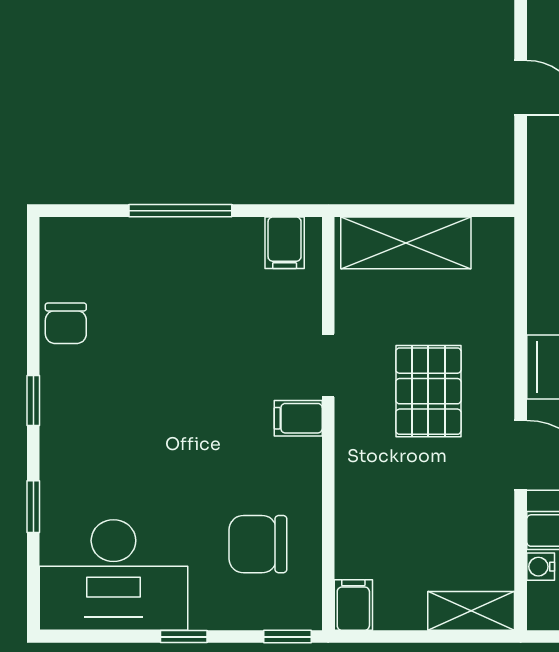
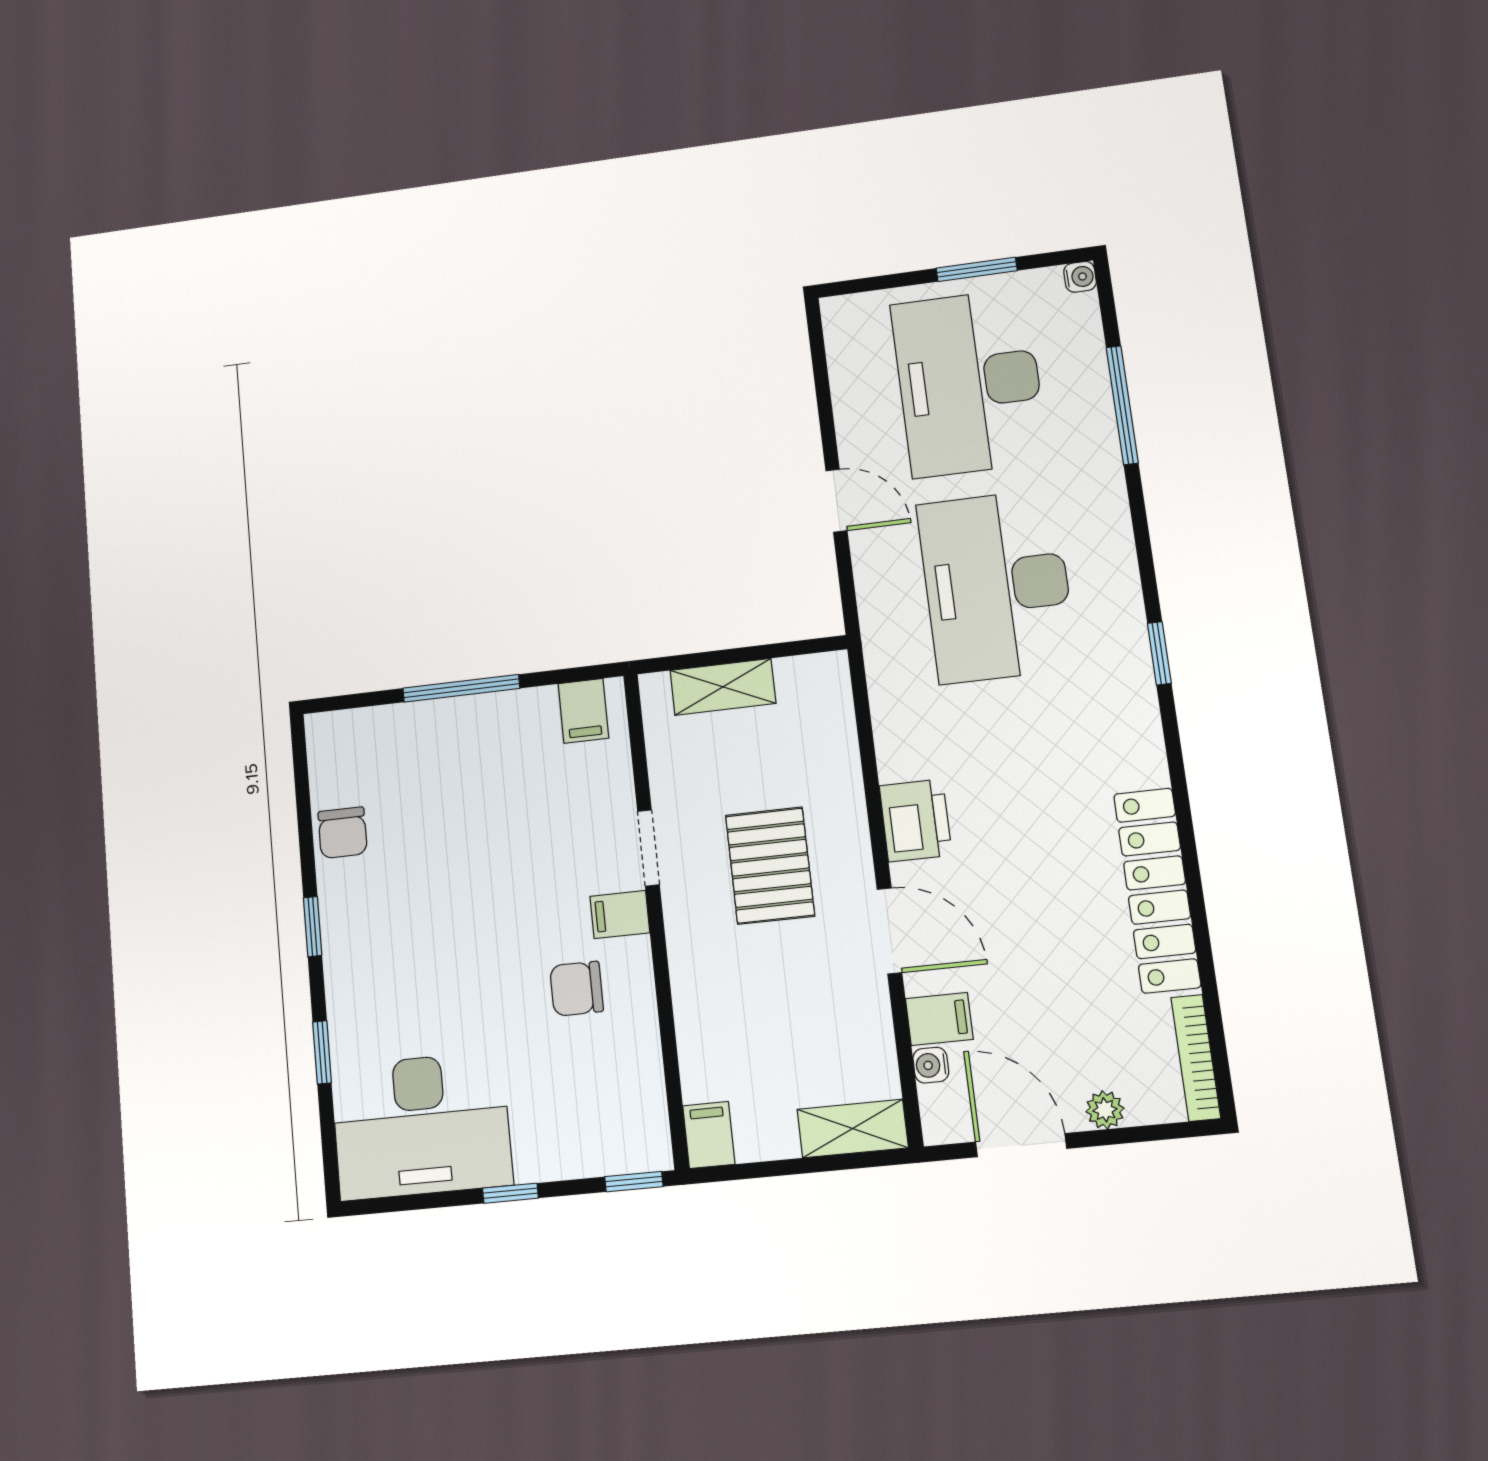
shelving: (406, 243) -> (723, 687), width x0.67, depth x0.75
chair: (258, 544) -> (577, 989), moved, width x0.73, depth x0.73

